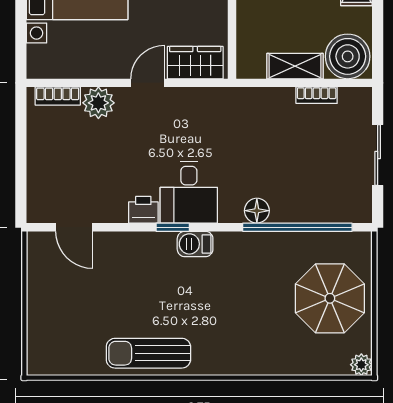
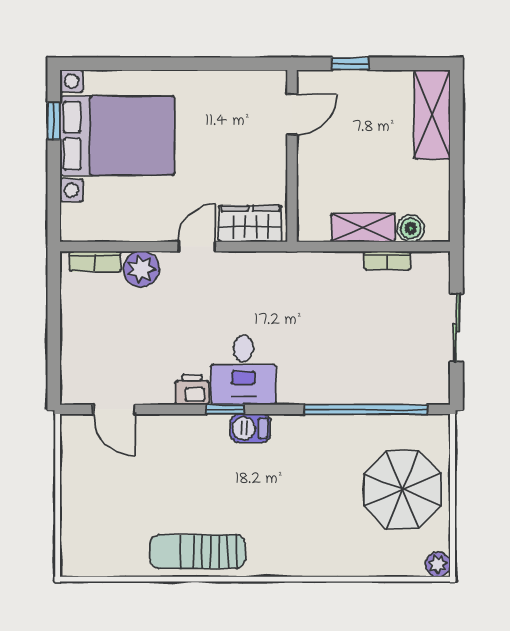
boiler: (348, 56) -> (411, 228), width x0.54, depth x0.54
floor lamp: (257, 211) -> (320, 391), removed

